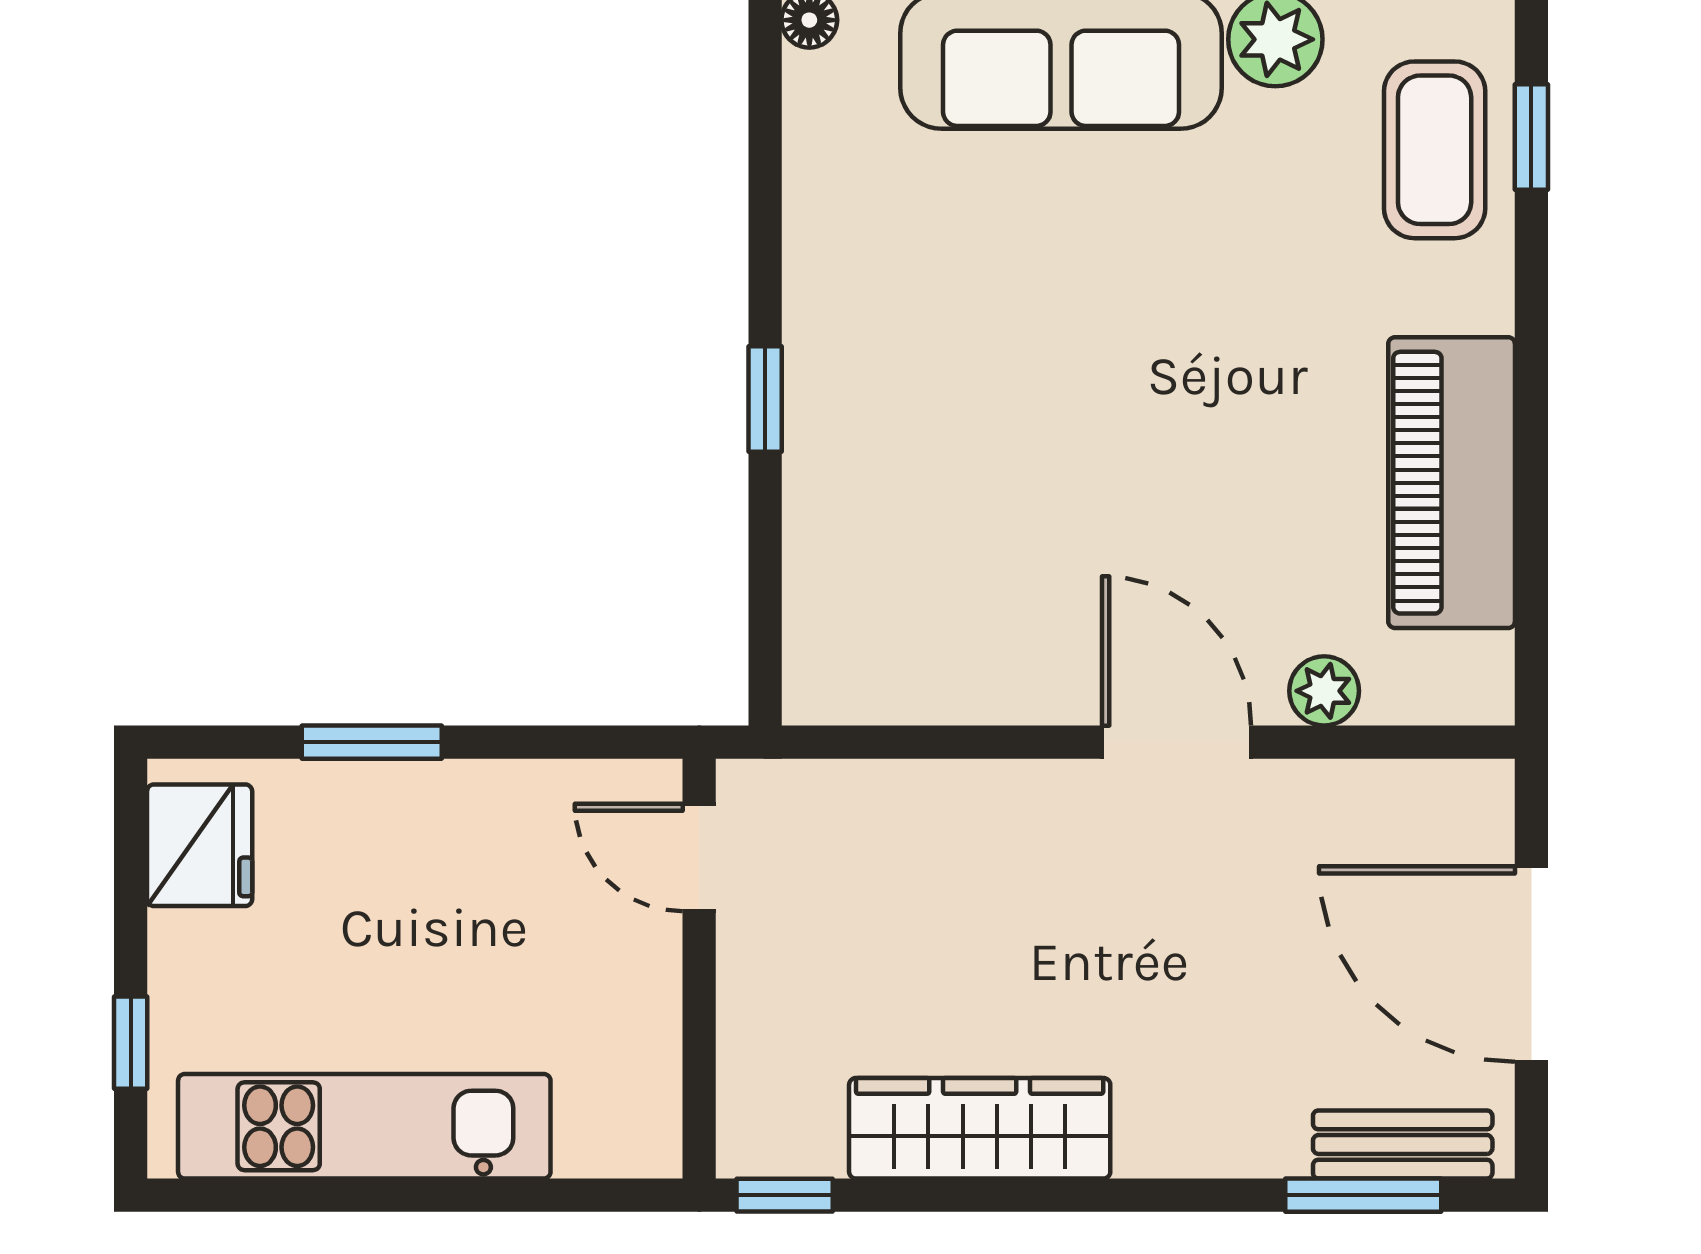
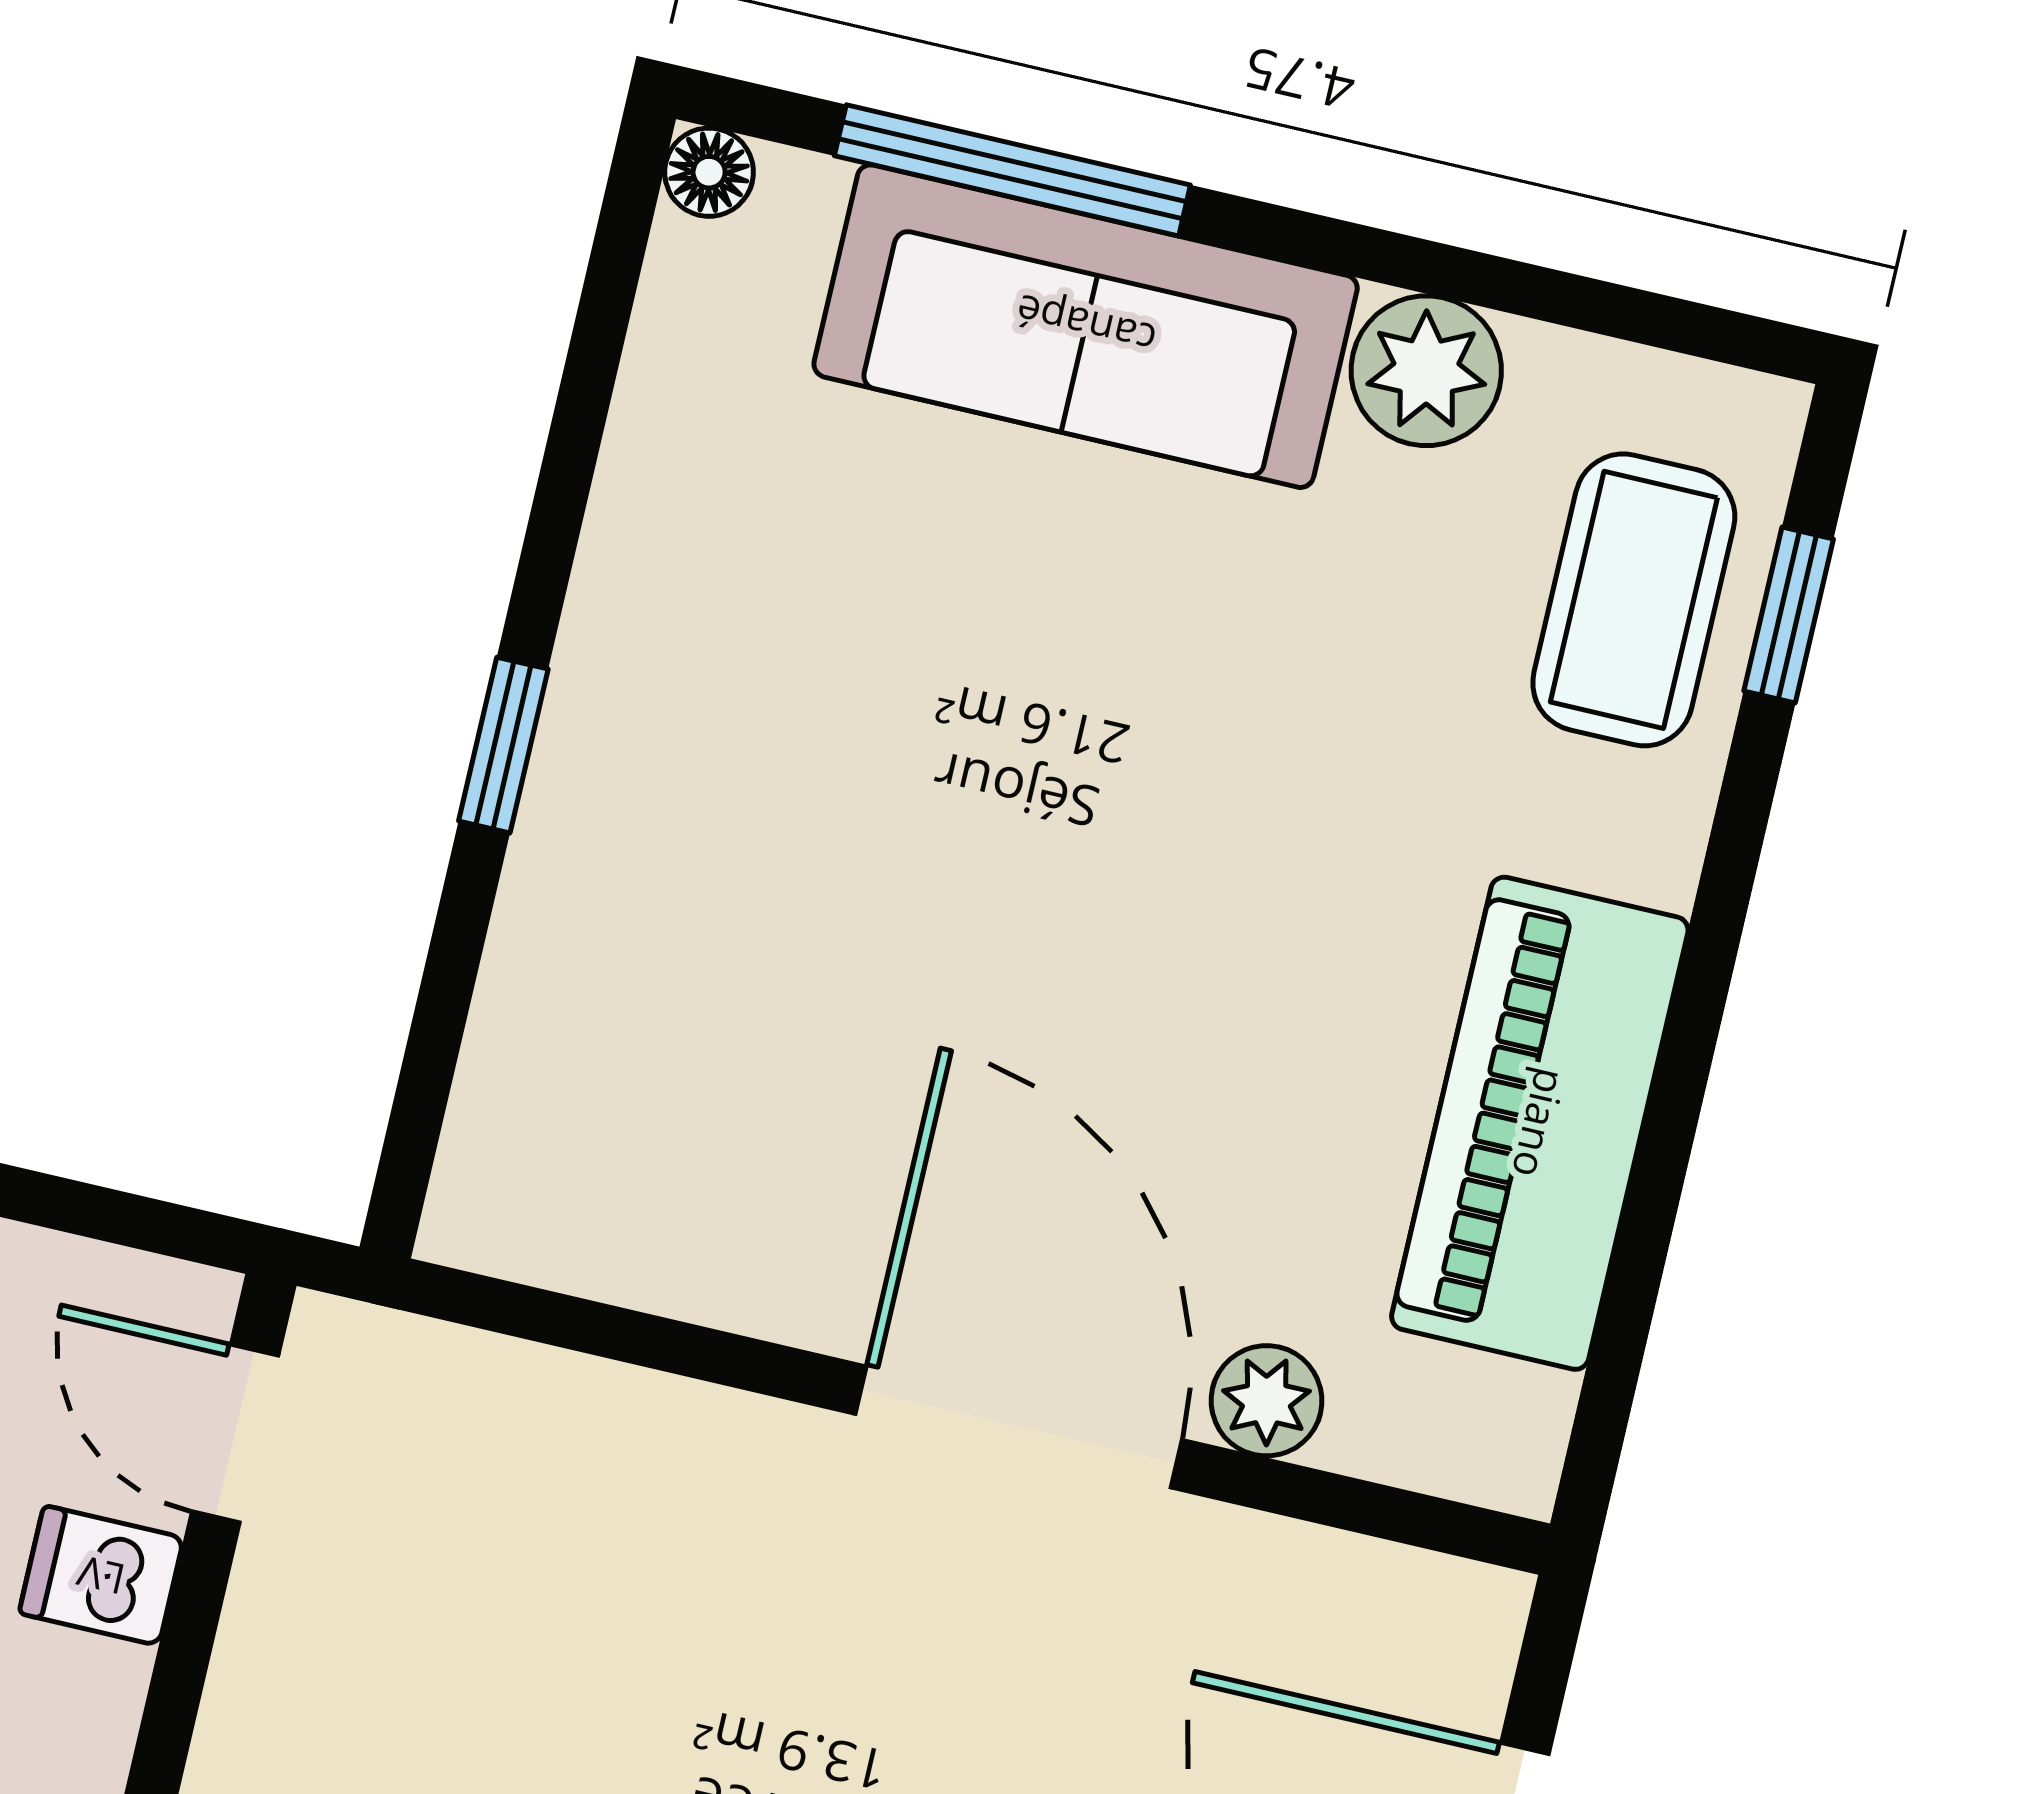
door: (1177, 742) -> (1019, 1427), width x1.36
dishwasher: (638, 963) -> (101, 1576), added

